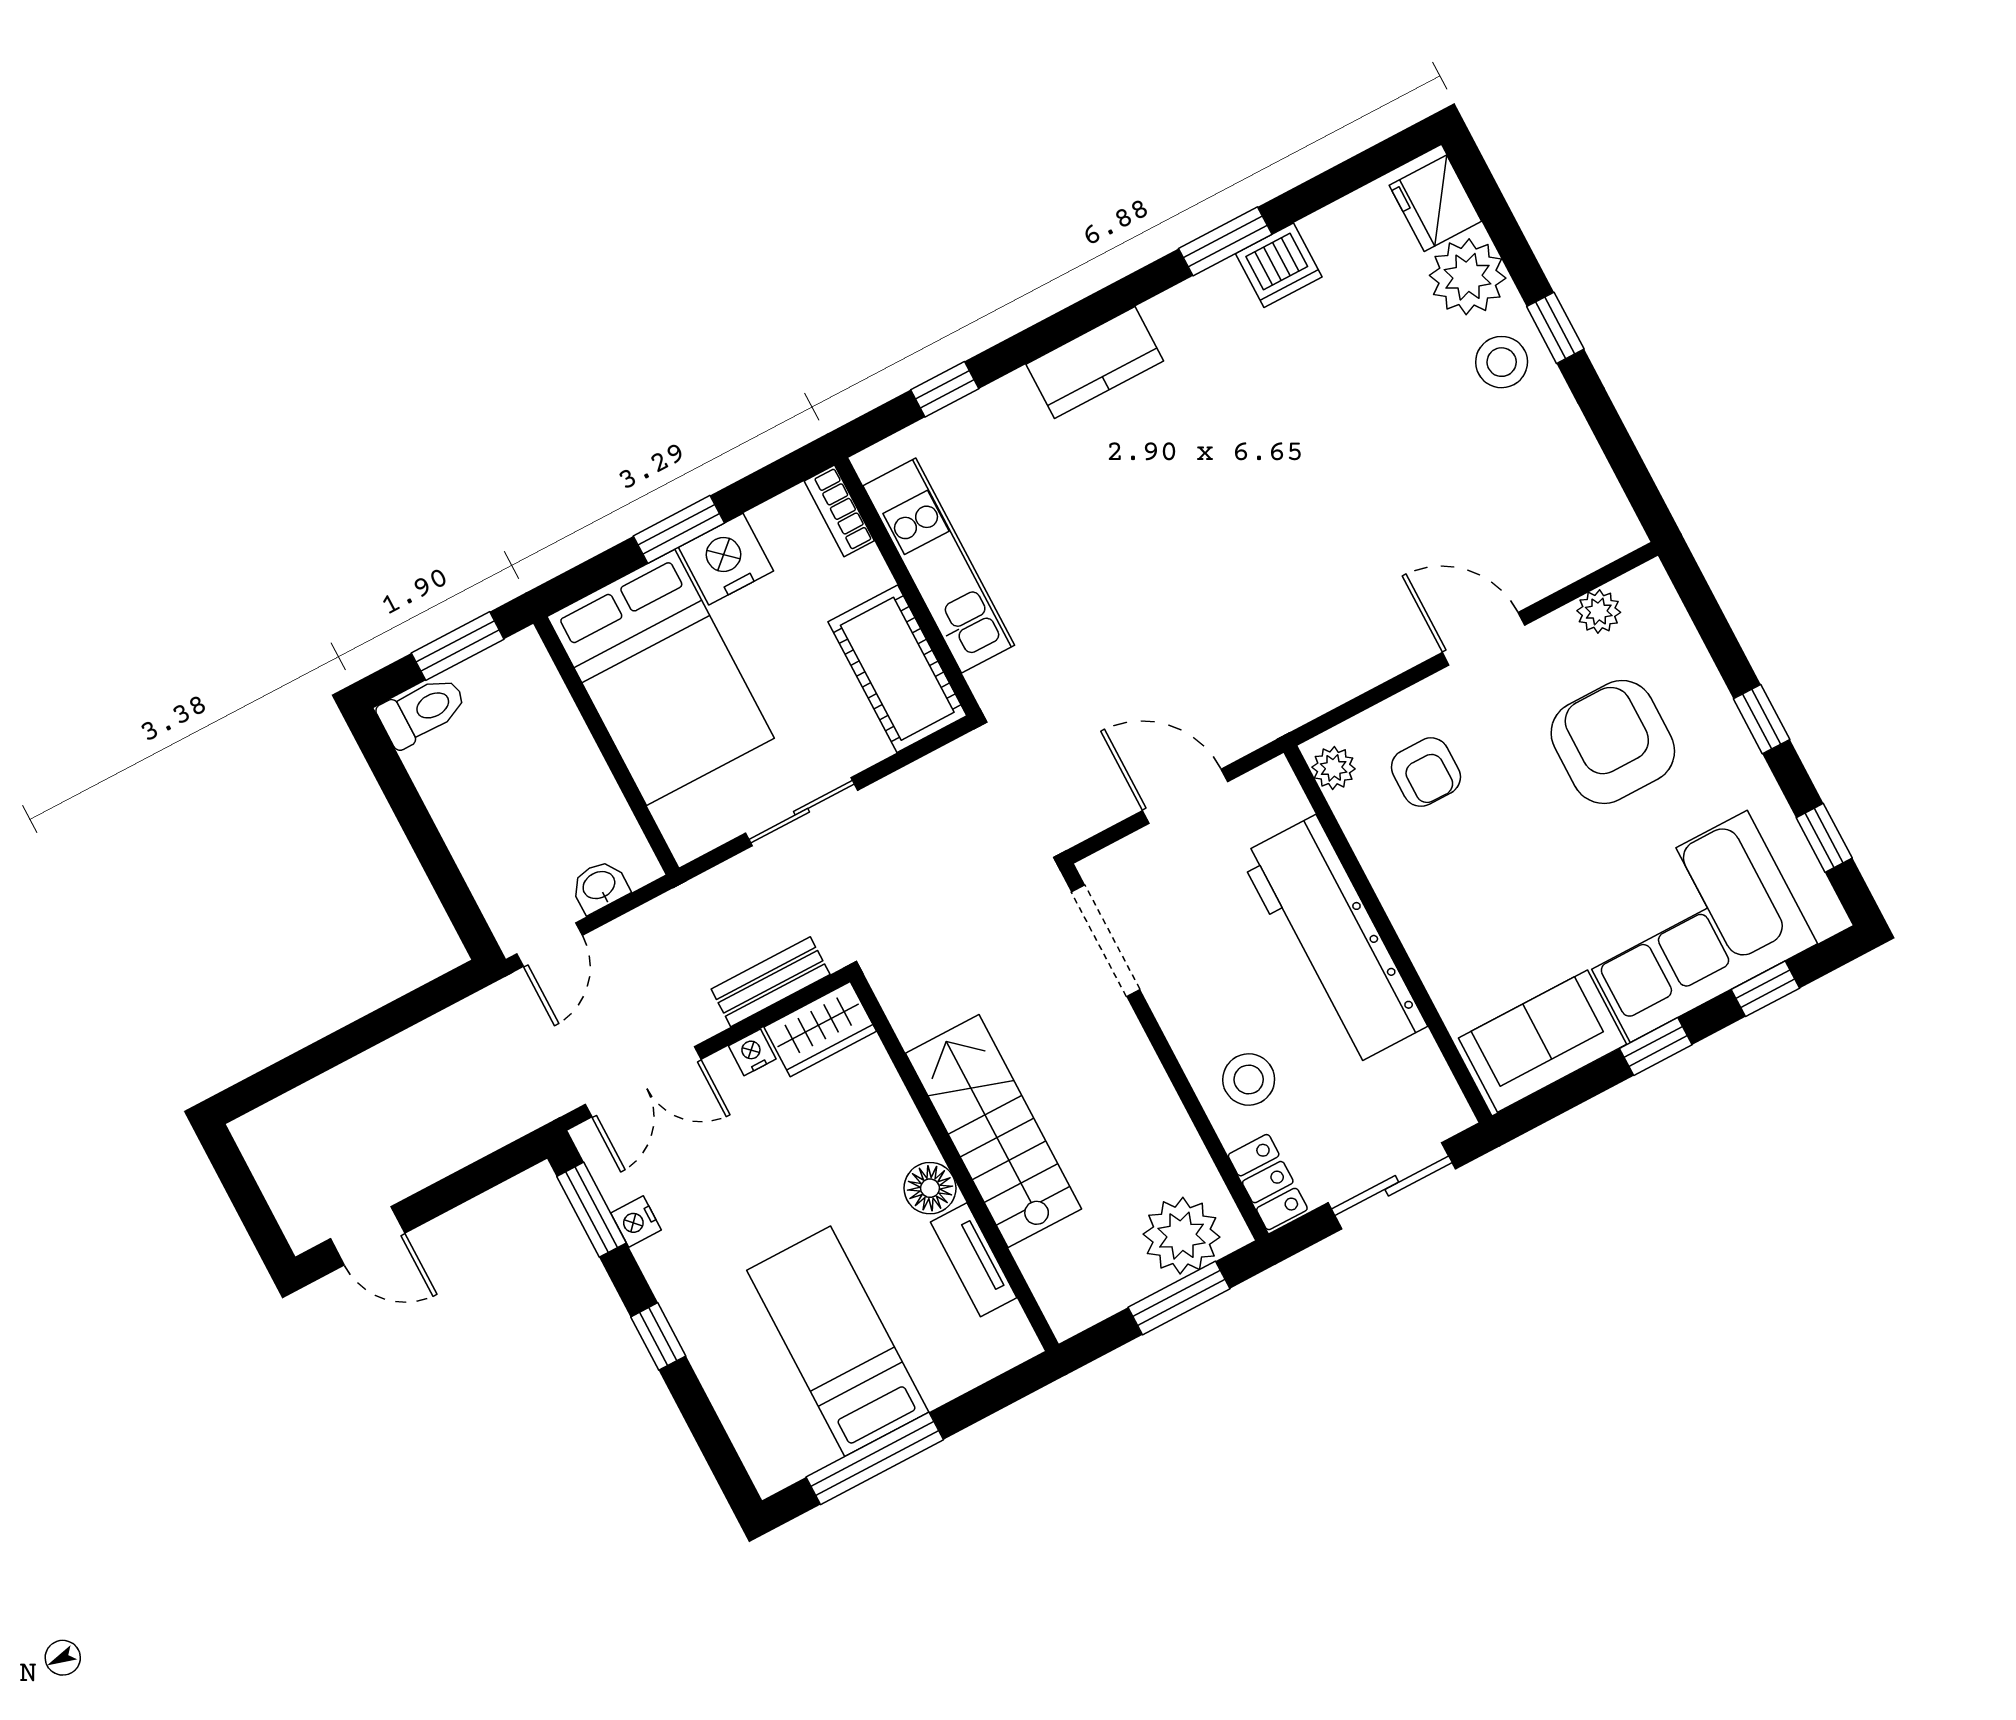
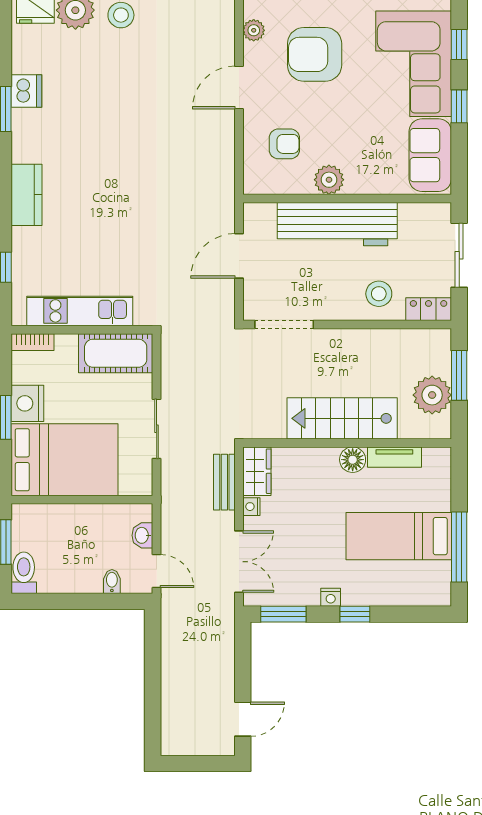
plant: (1334, 768) -> (329, 180), moved, width x1.38, depth x1.38
bidet: (489, 875) -> (112, 581), added
nightstand: (636, 1221) -> (331, 597), moved
plant: (1182, 1236) -> (432, 395), moved

